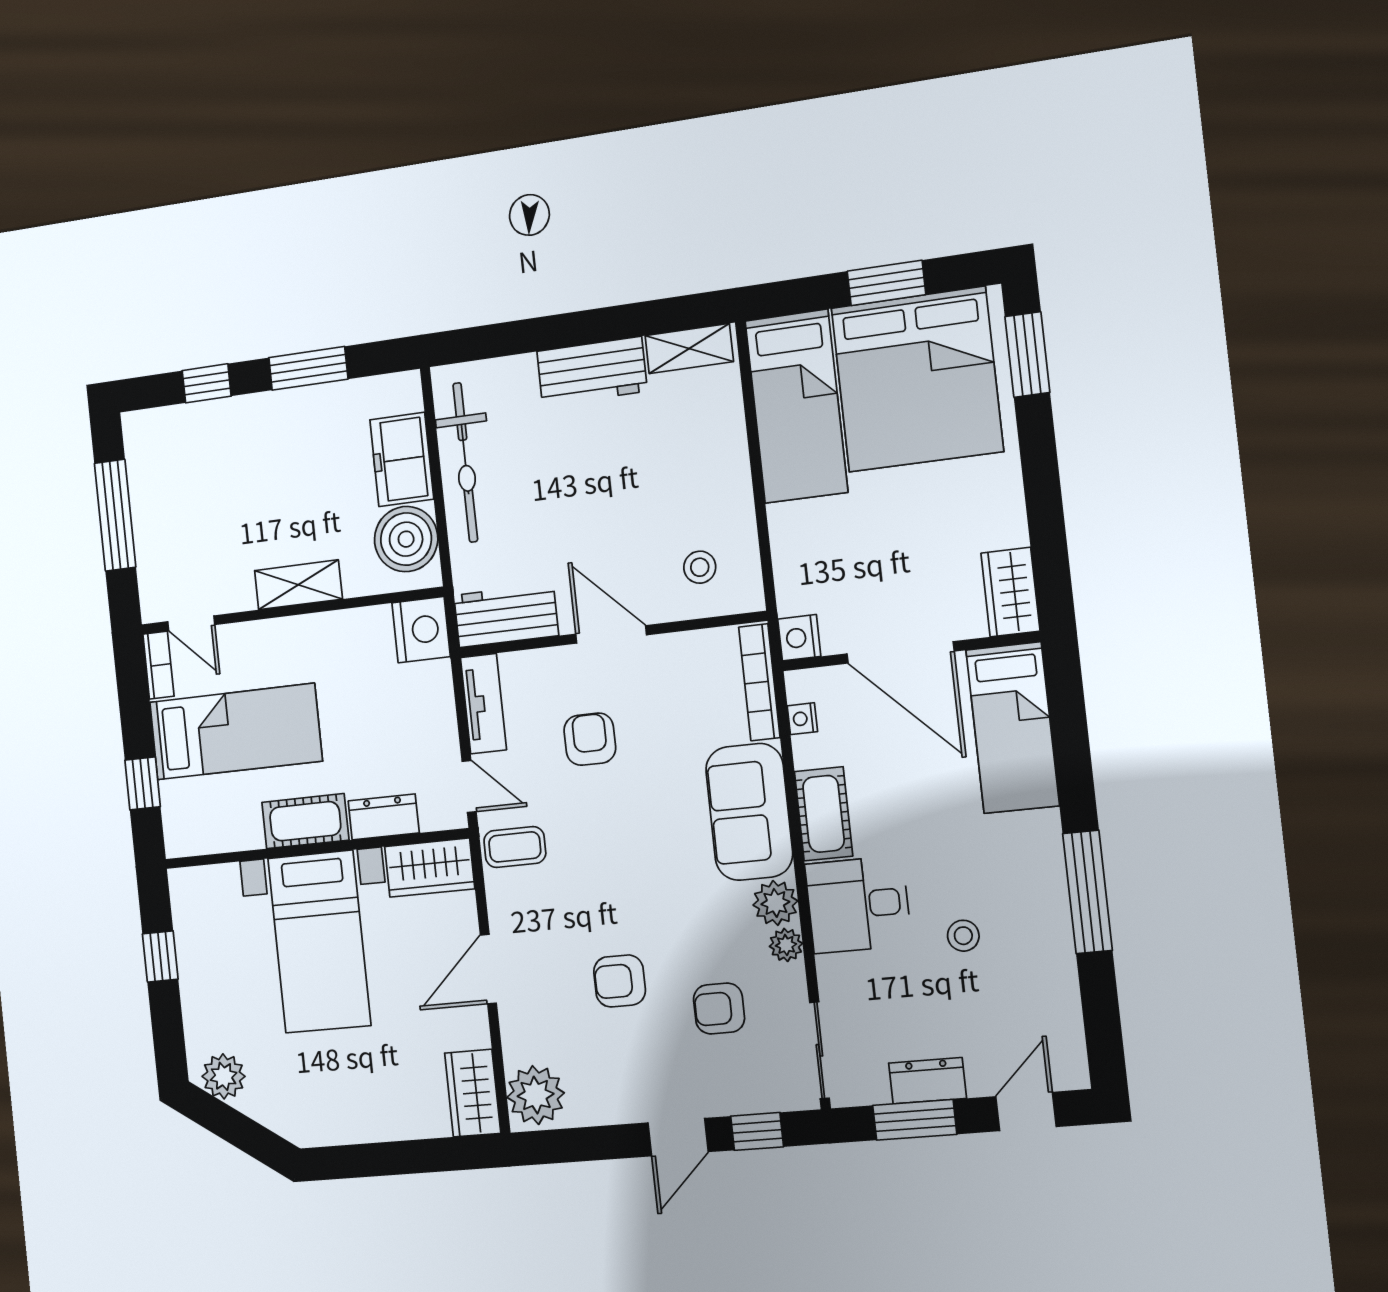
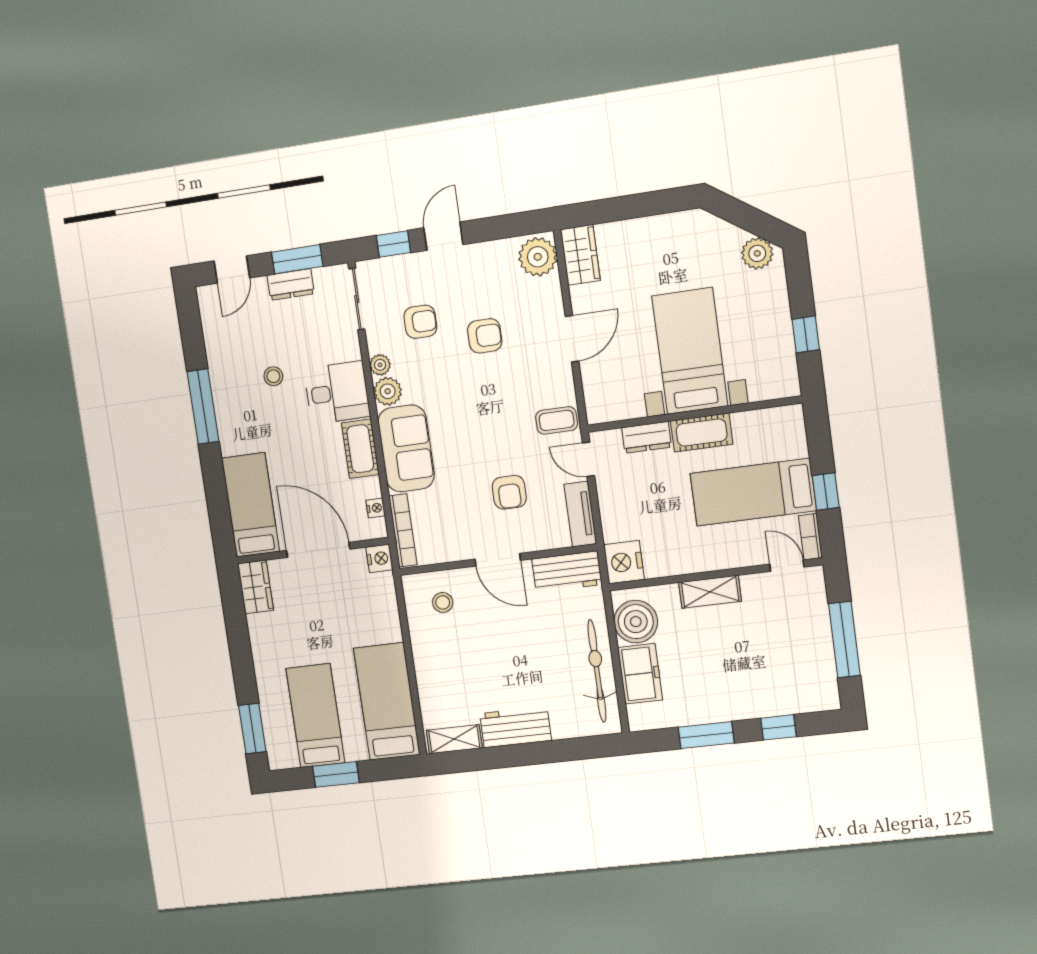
bed: (917, 379) -> (315, 716), width x0.49
window: (143, 783) -> (826, 492), moved
wardrobe: (430, 868) -> (614, 405), removed

